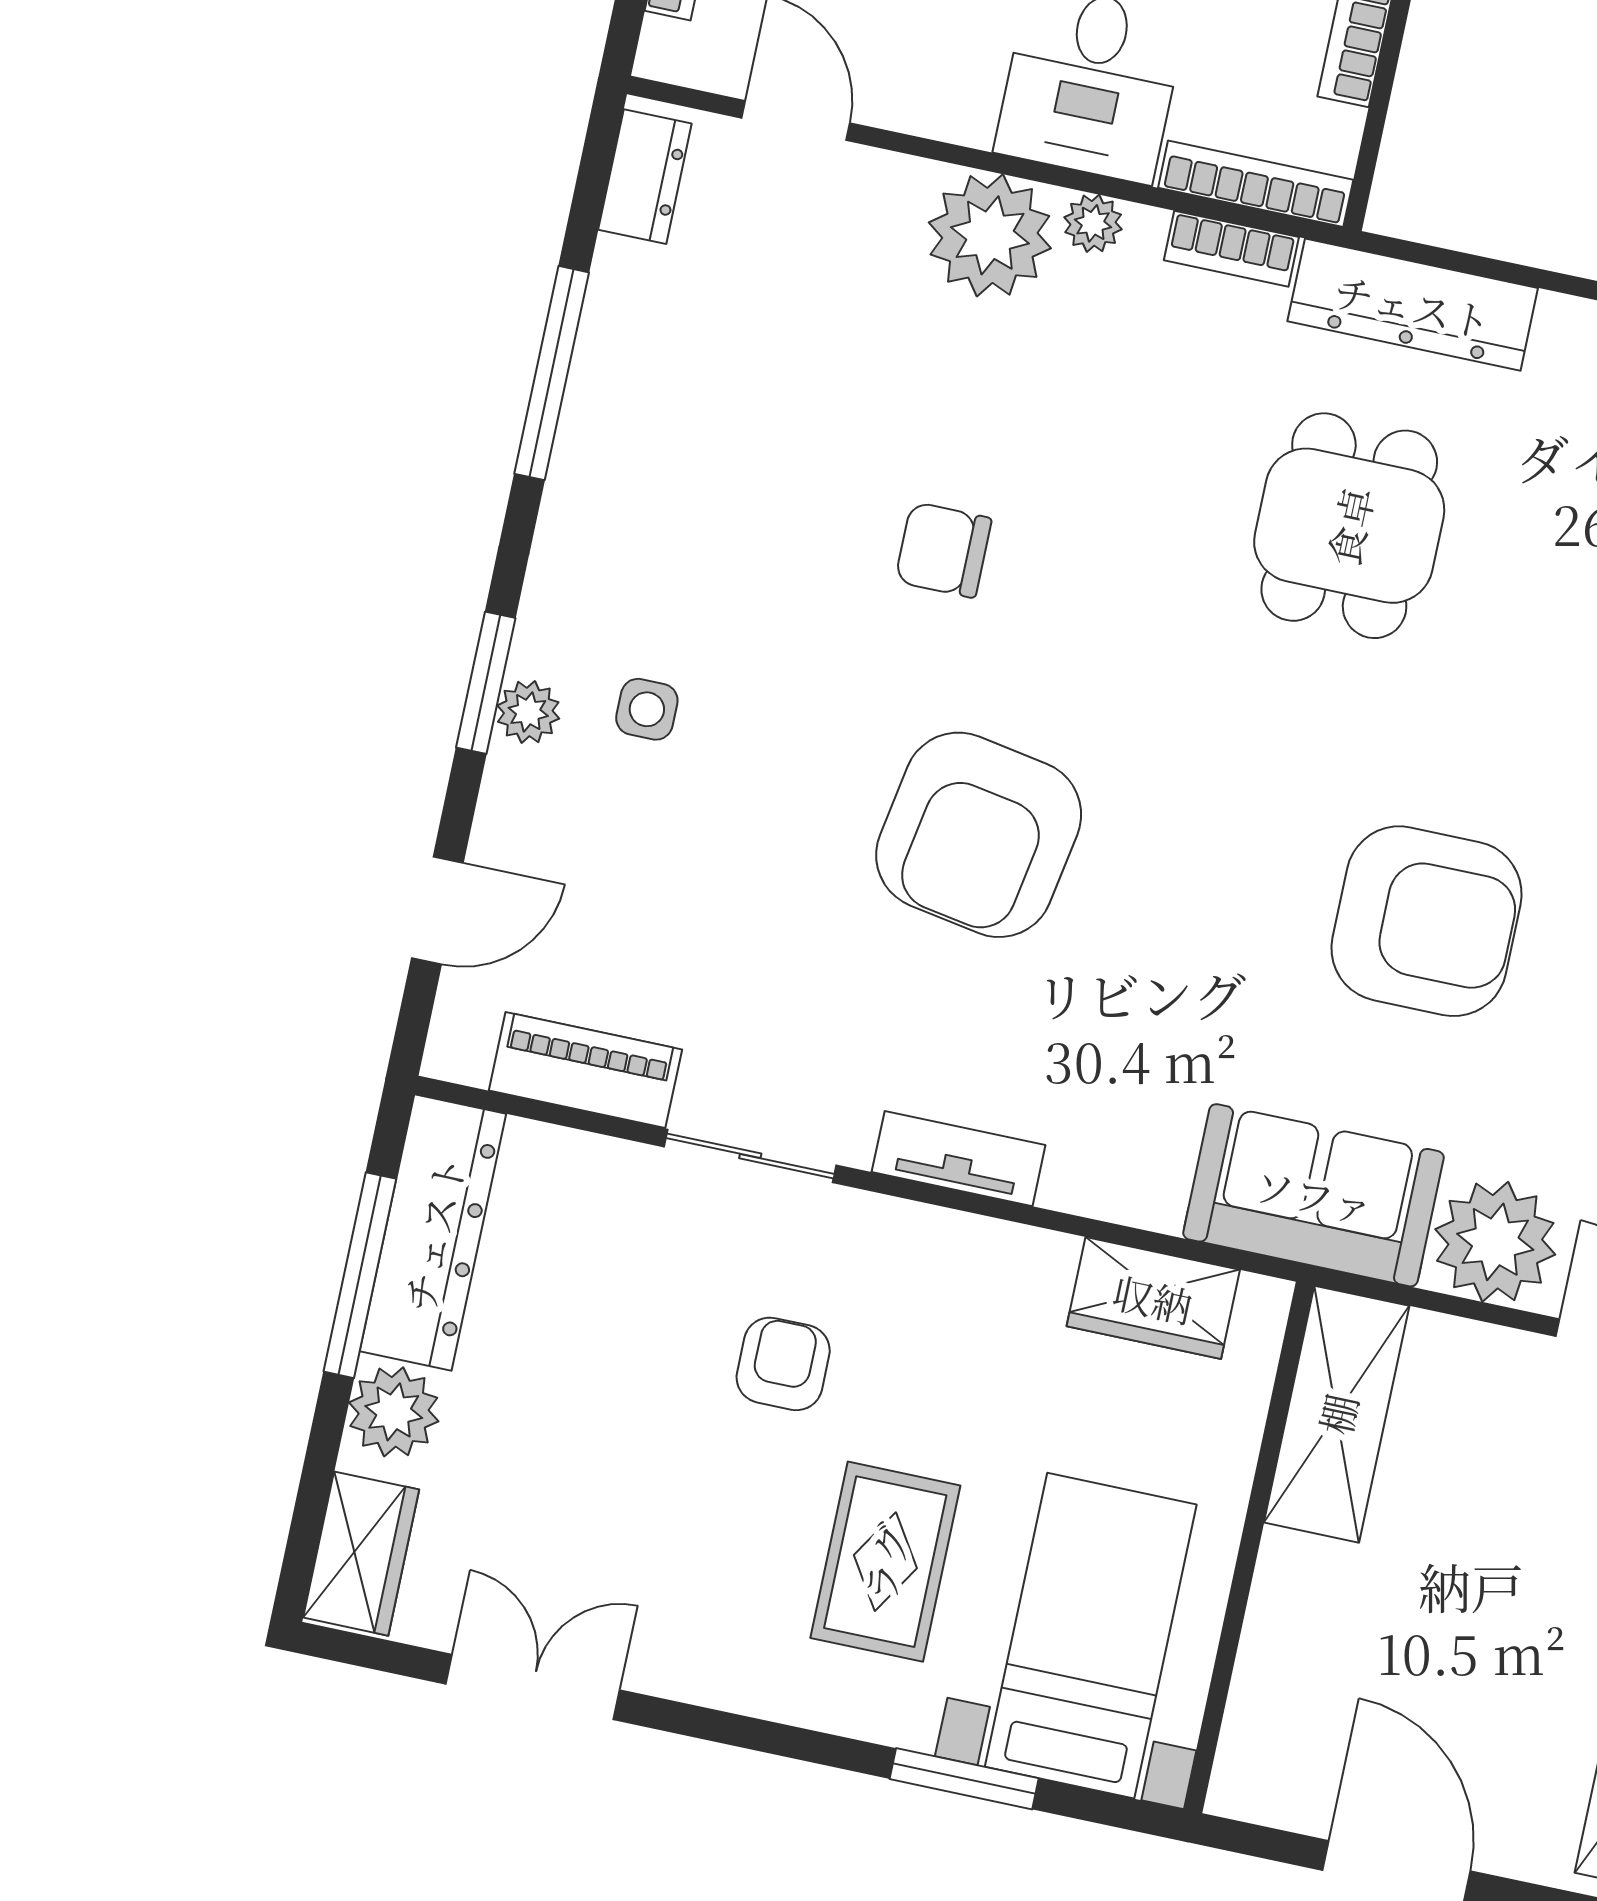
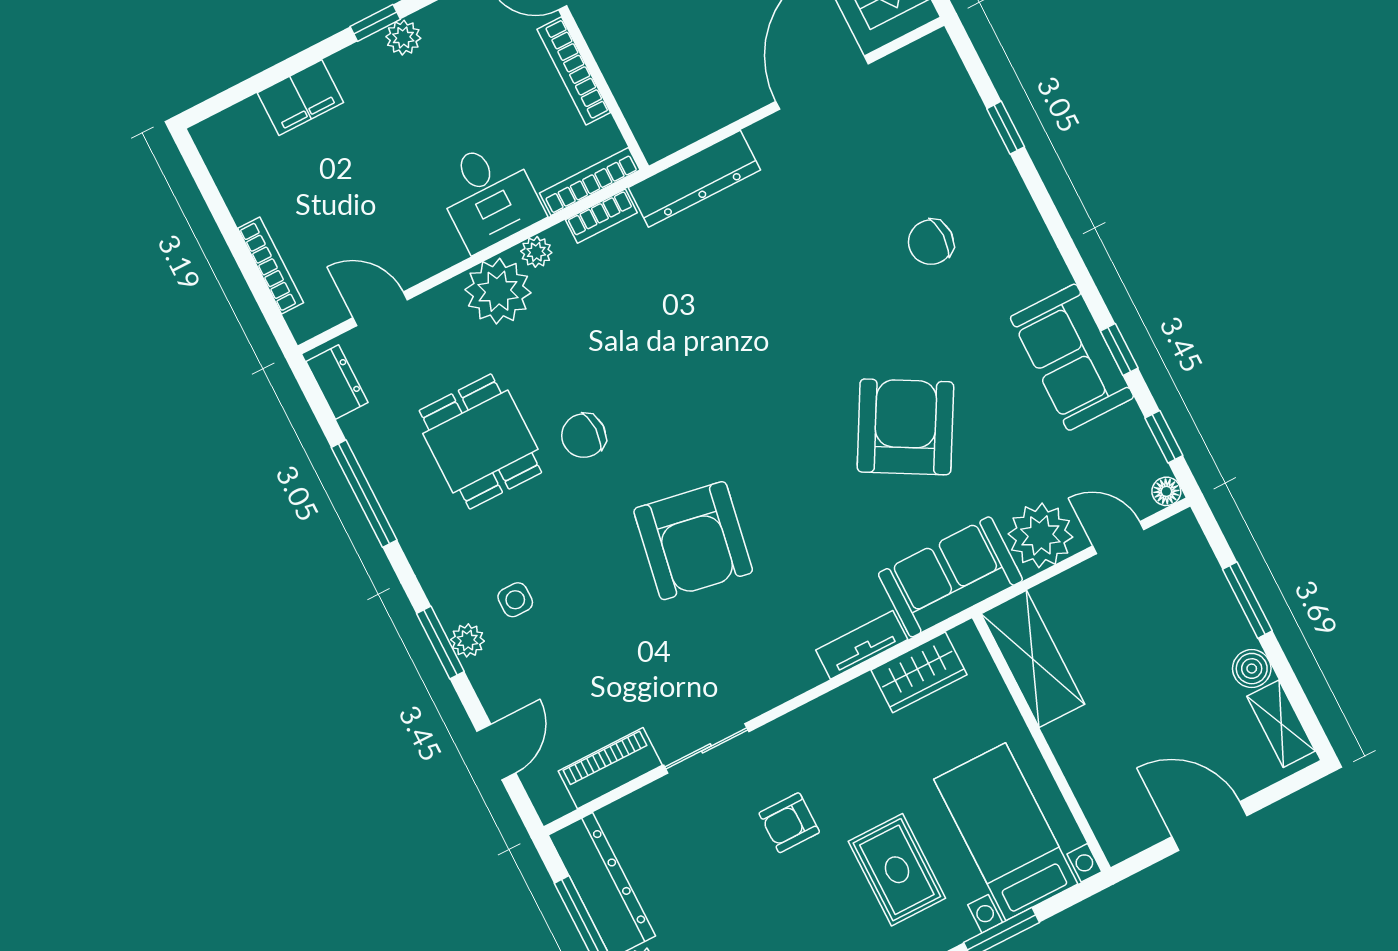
dining table: (1349, 526) -> (480, 441), moved
armchair: (1427, 921) -> (905, 427), turned -61
tv unit: (959, 1159) -> (862, 645), moved
armchair: (783, 1364) -> (789, 823), turned -90

